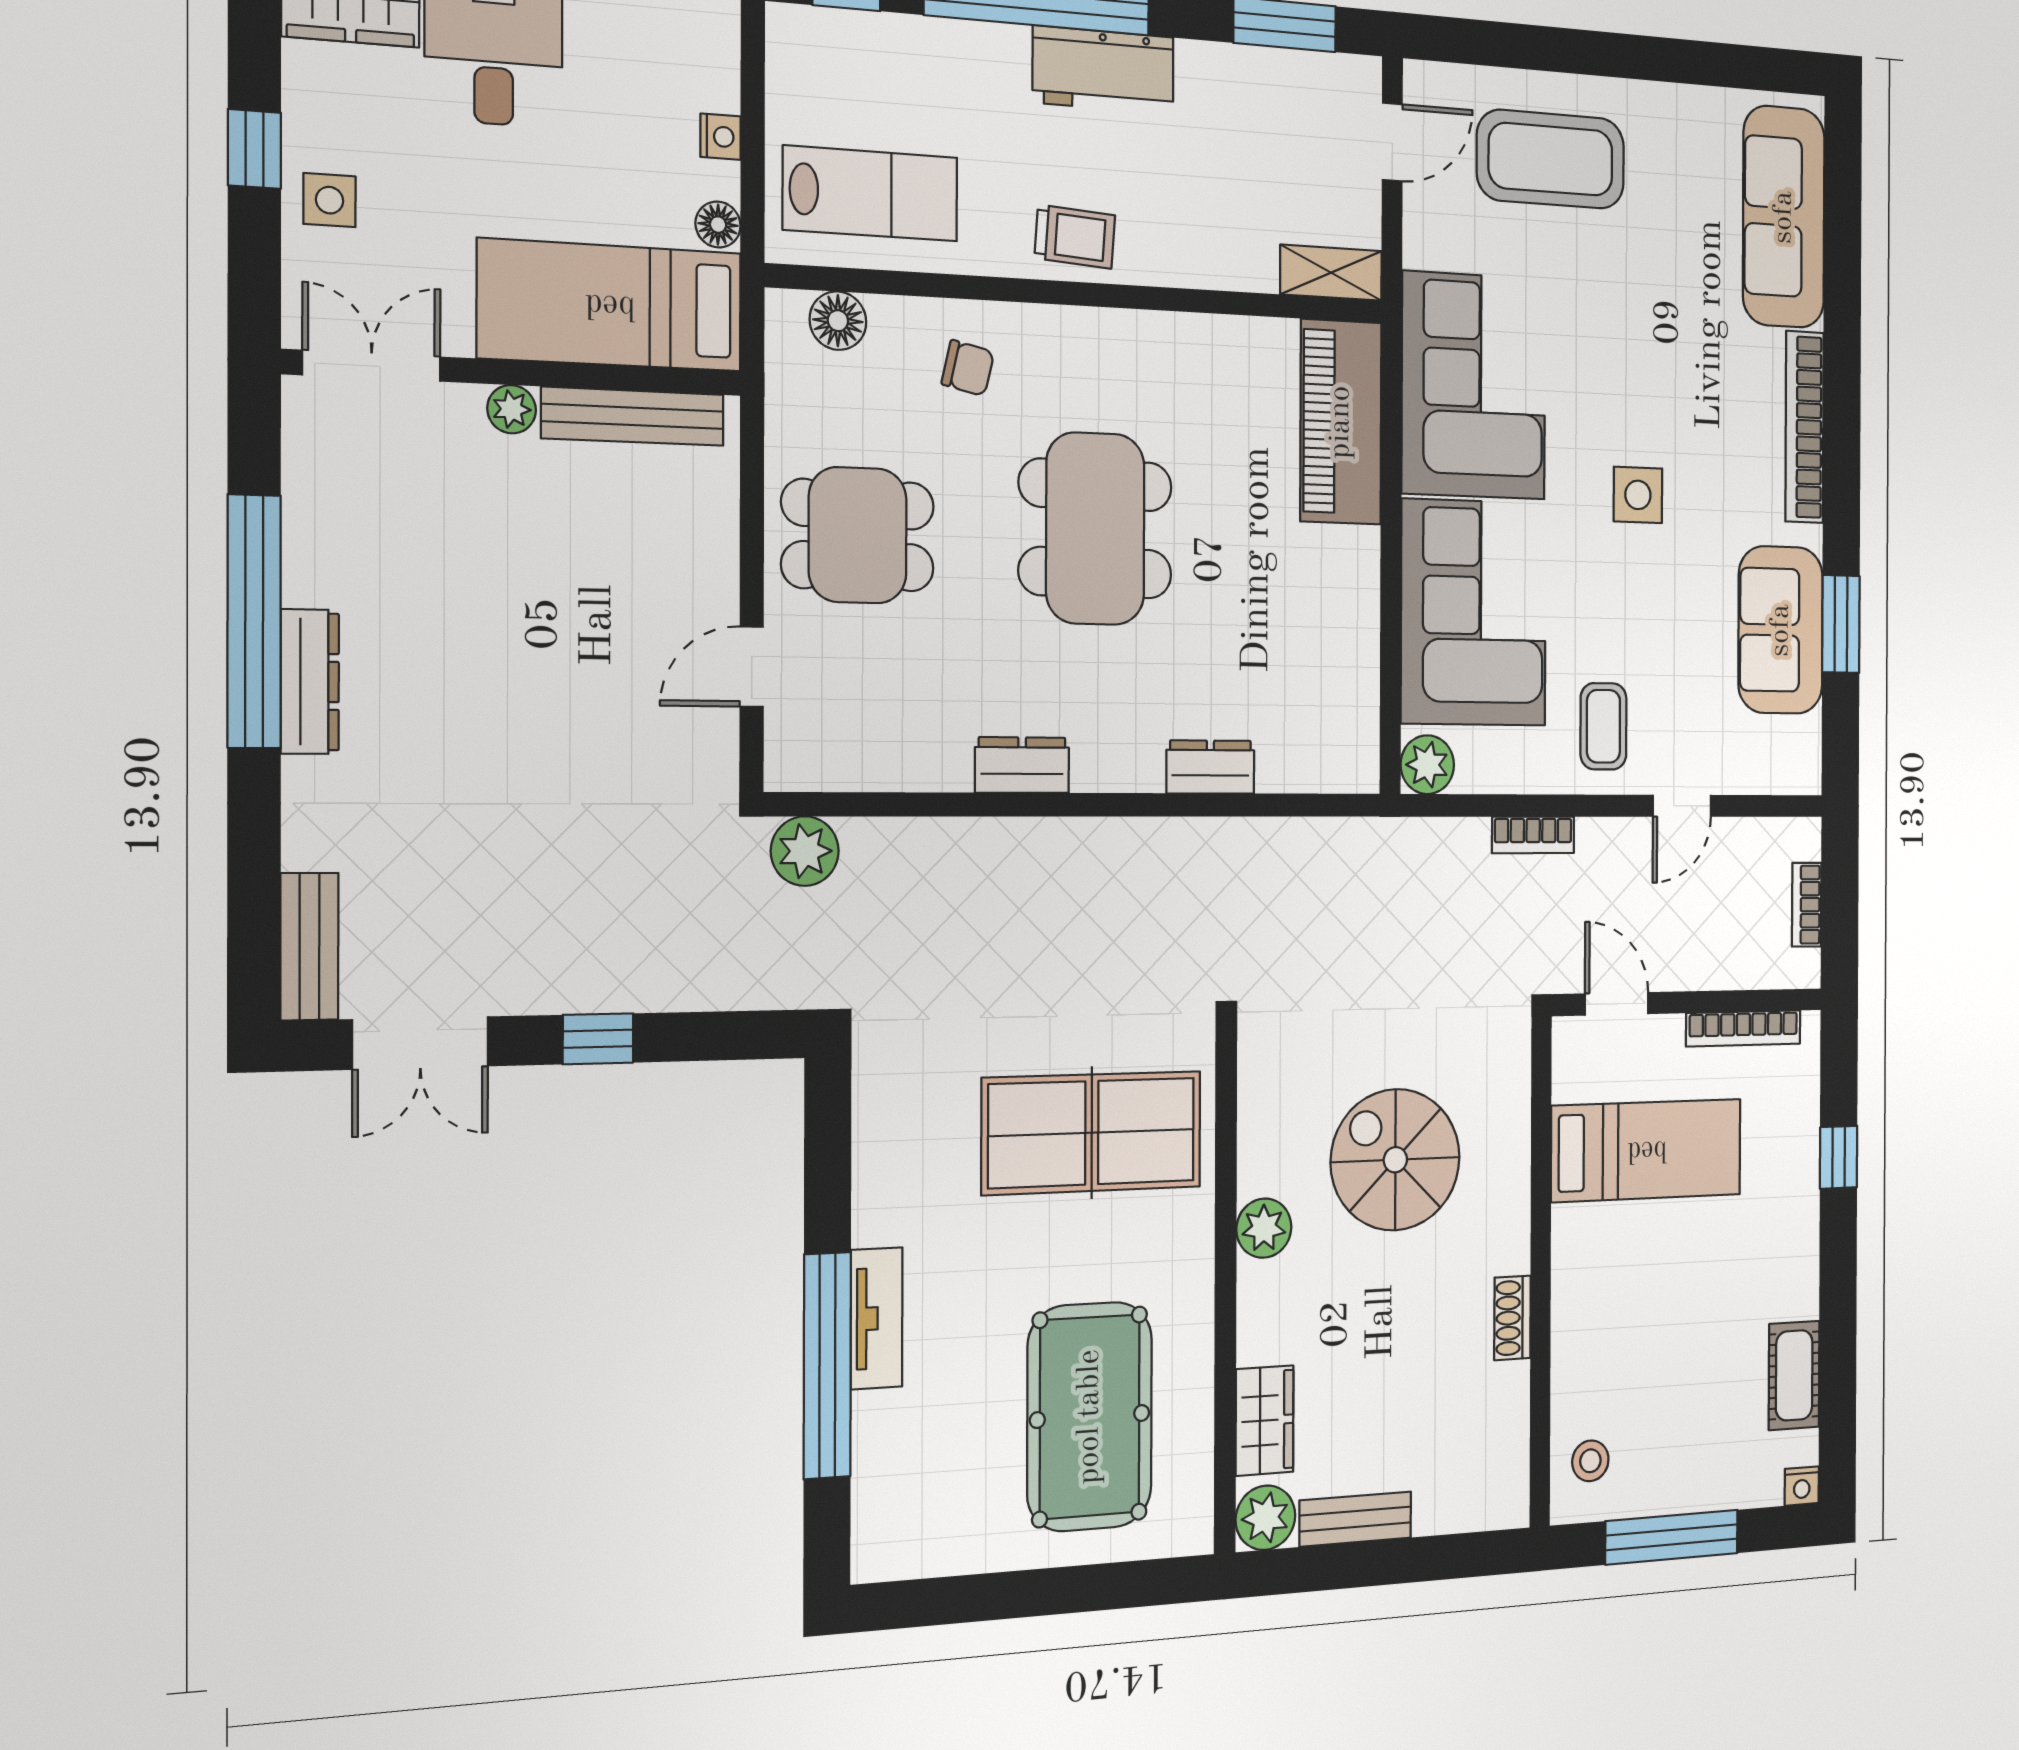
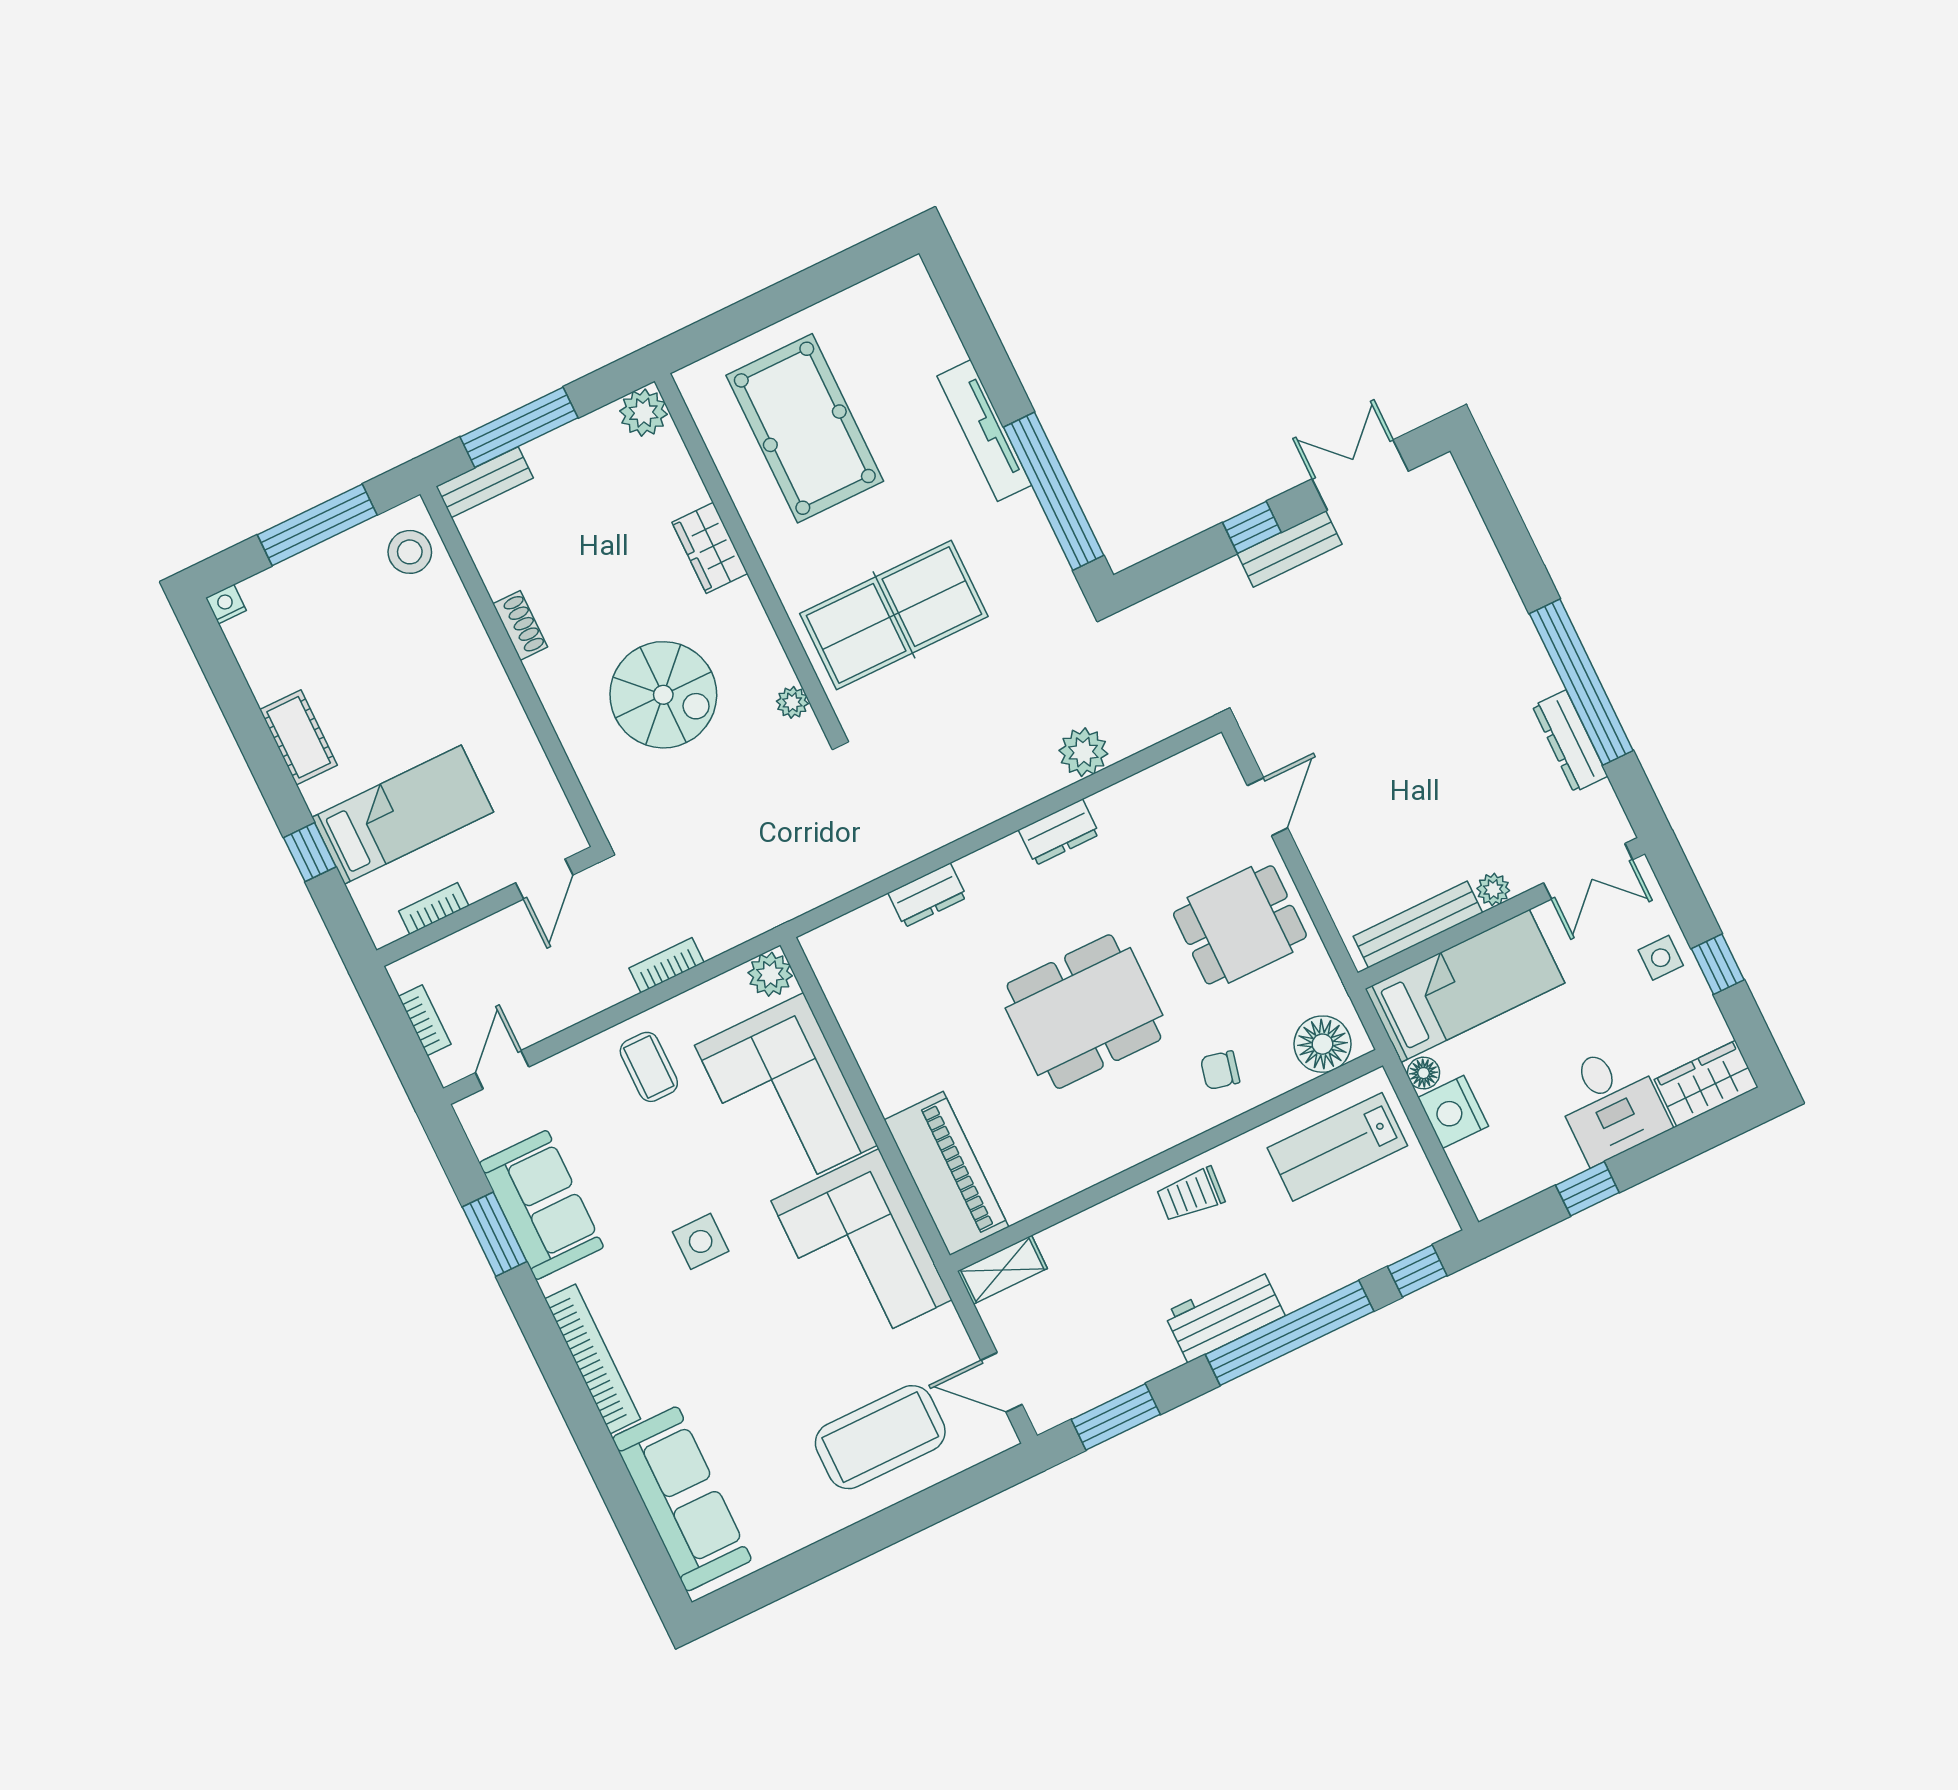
nightstand: (721, 137) -> (1453, 1112), width x1.89, depth x1.79
door: (1392, 142) -> (1002, 1382), hinge flipped
floor lamp: (838, 321) -> (1322, 1044), width x1.38, depth x1.38
dining table: (1095, 529) -> (1084, 1012), turned 90
dresser: (310, 682) -> (1570, 741), moved
door: (1682, 806) -> (502, 1070), moved
plant: (805, 851) -> (1083, 752), moved
bench: (309, 947) -> (1290, 549), moved, turned 90
door: (1617, 1004) -> (544, 879), hinge flipped
bookcase: (1743, 1028) -> (434, 908), width x0.64
bed: (1647, 1150) -> (403, 815), moved, turned 180
plant: (1264, 1228) -> (792, 702), moved, width x0.73, depth x0.73
tv unit: (877, 1318) -> (984, 431), width x1.41
window: (827, 1365) -> (1054, 491), moved
cot: (1794, 1375) -> (299, 737), moved
wardrobe: (1265, 1421) -> (710, 548), moved
stool: (1590, 1461) -> (410, 552), width x1.37, depth x1.37
bench: (1355, 1519) -> (485, 482), moved
window: (1410, 1560) -> (519, 427), added

